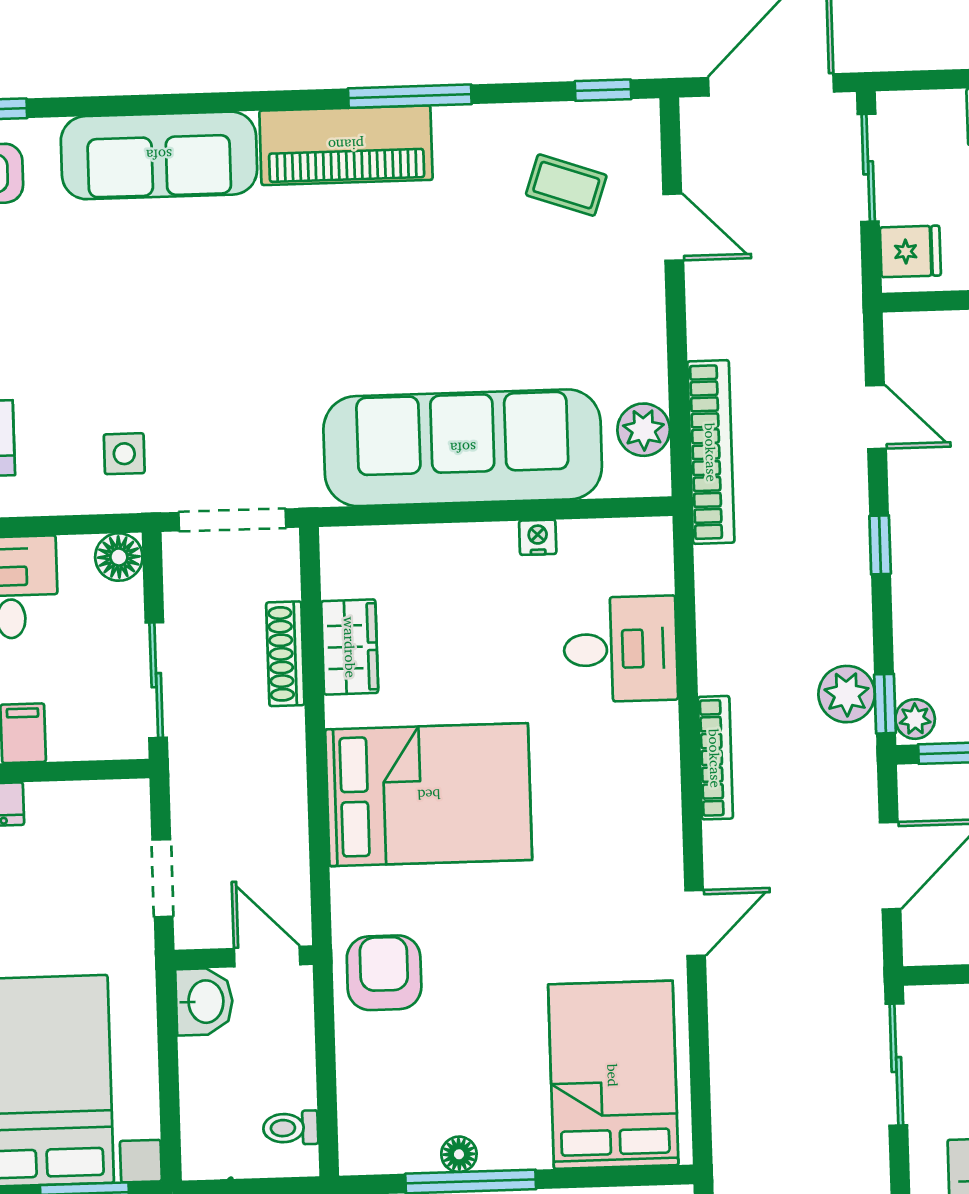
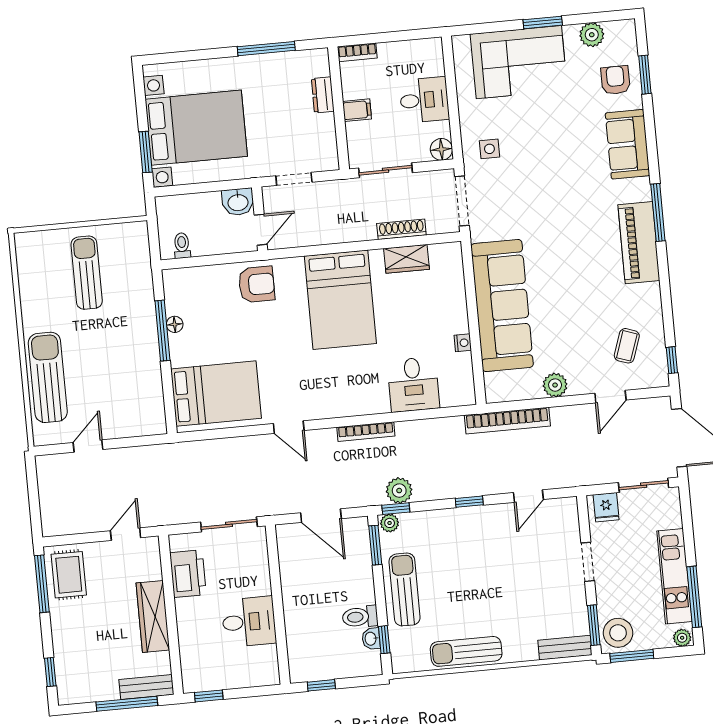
window: (410, 96) -> (658, 212), moved
sofa: (159, 155) -> (628, 144), width x0.73
plant: (644, 430) -> (555, 385), moved

